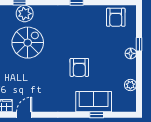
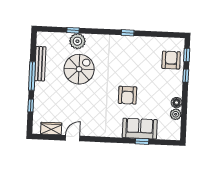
armchair: (116, 17) -> (171, 60), moved, turned 180
window: (139, 23) -> (187, 55), added
floor lamp: (131, 53) -> (177, 103), moved

